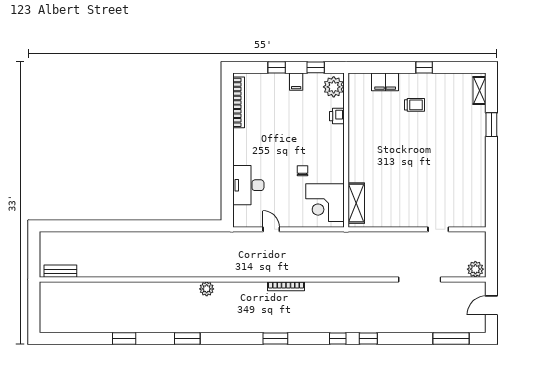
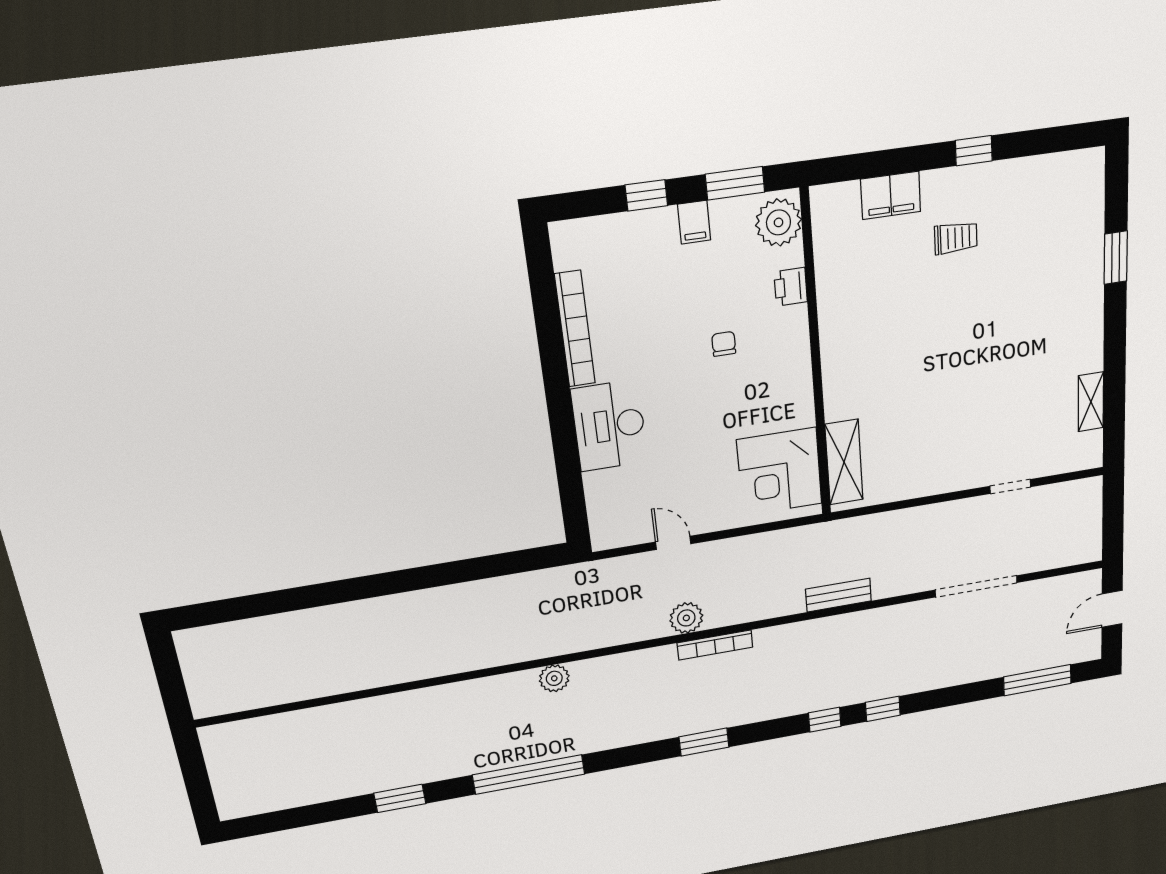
window: (316, 67) -> (735, 183), width x1.50
shelving: (480, 91) -> (1091, 402), moved
bookcase: (239, 102) -> (575, 329), moved
chair: (303, 171) -> (724, 344), moved
desk: (248, 185) -> (609, 426), moved
plant: (475, 269) -> (686, 618), moved
bench: (60, 271) -> (839, 595), moved
window: (187, 339) -> (529, 774), width x2.11

